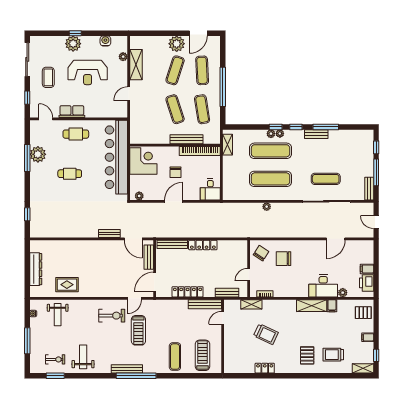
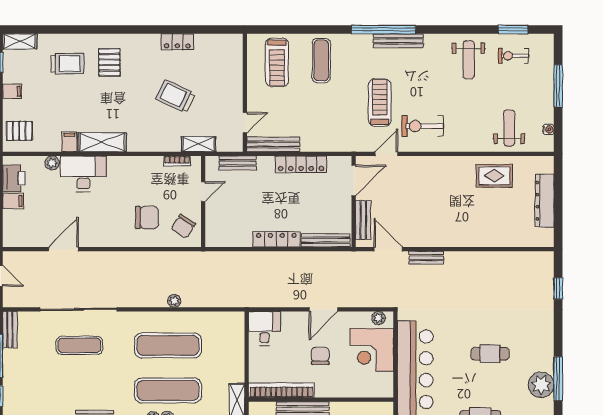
corner desk: (143, 161) -> (372, 350), moved

